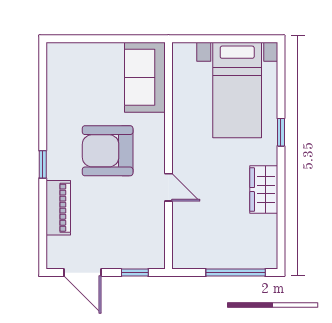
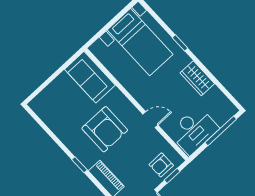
armchair: (108, 151) -> (105, 129), turned -90
desk: (206, 244) -> (194, 130), added
armchair: (134, 249) -> (161, 165), added

